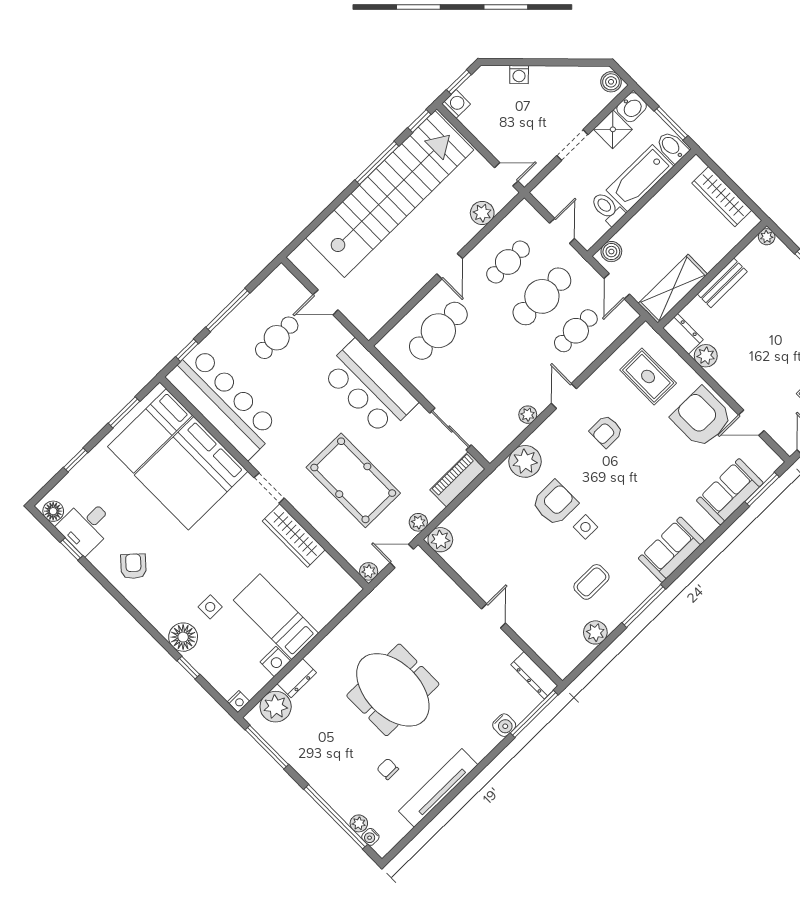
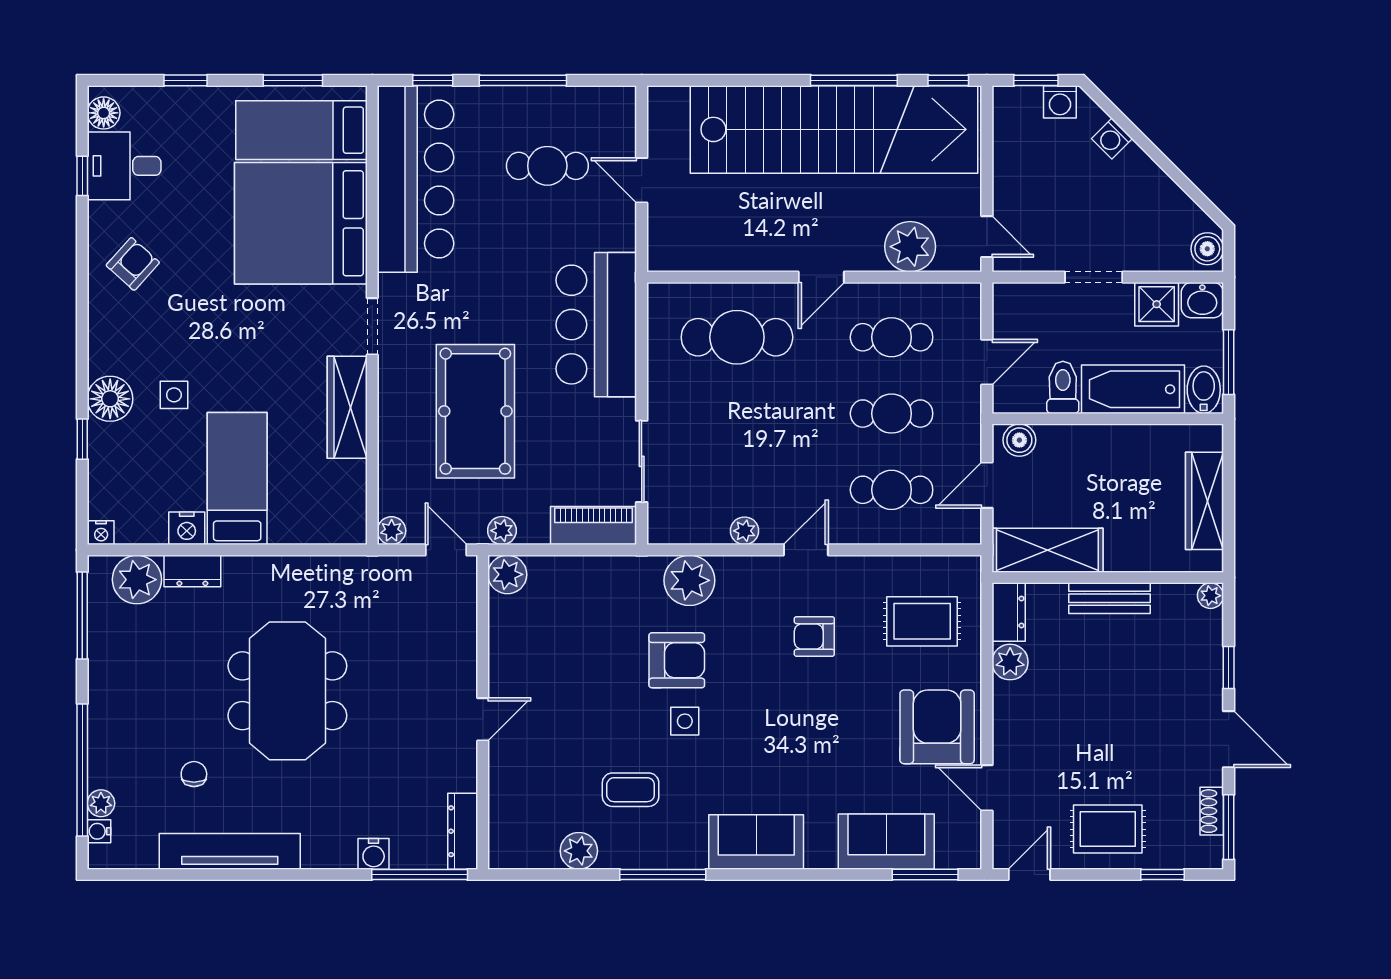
washing machine: (456, 104) -> (1060, 102), moved, turned 90
plant: (482, 213) -> (910, 247), width x1.36, depth x1.36
cafe table: (542, 296) -> (892, 414), width x0.73, depth x0.74
rug: (648, 376) -> (922, 621), turned 90

